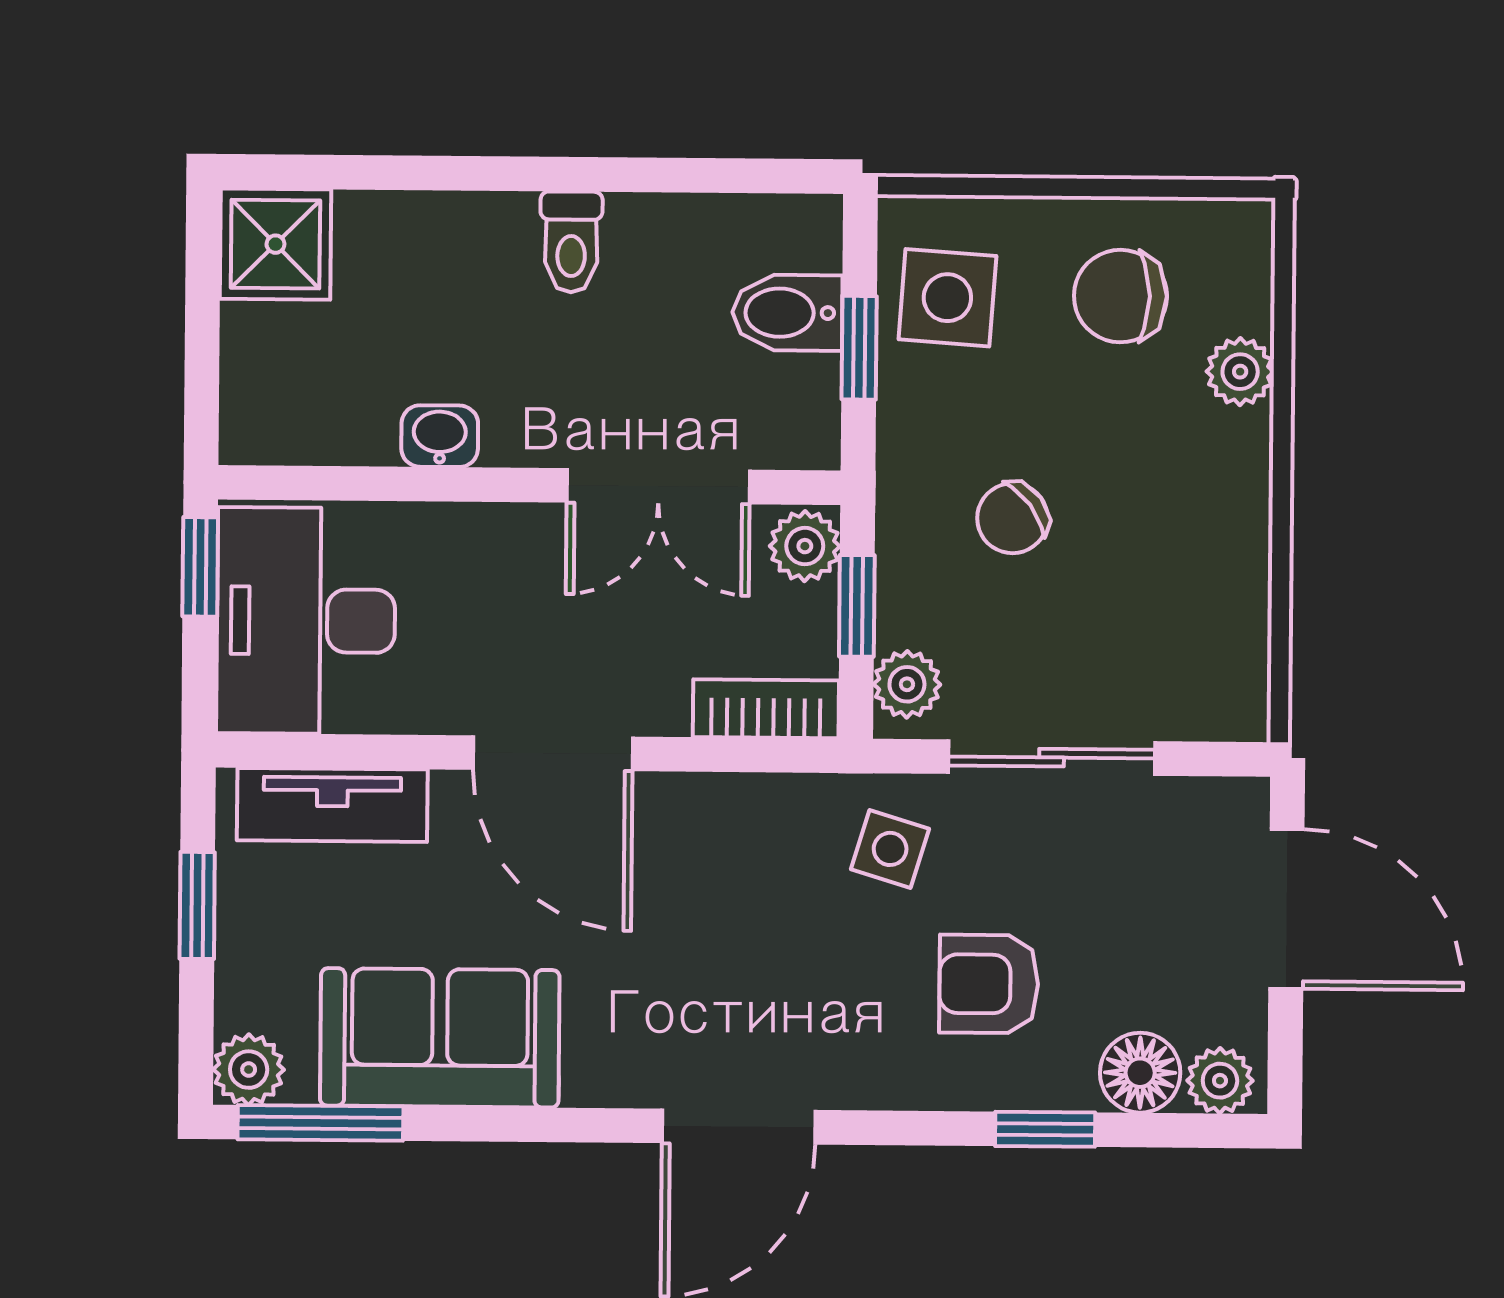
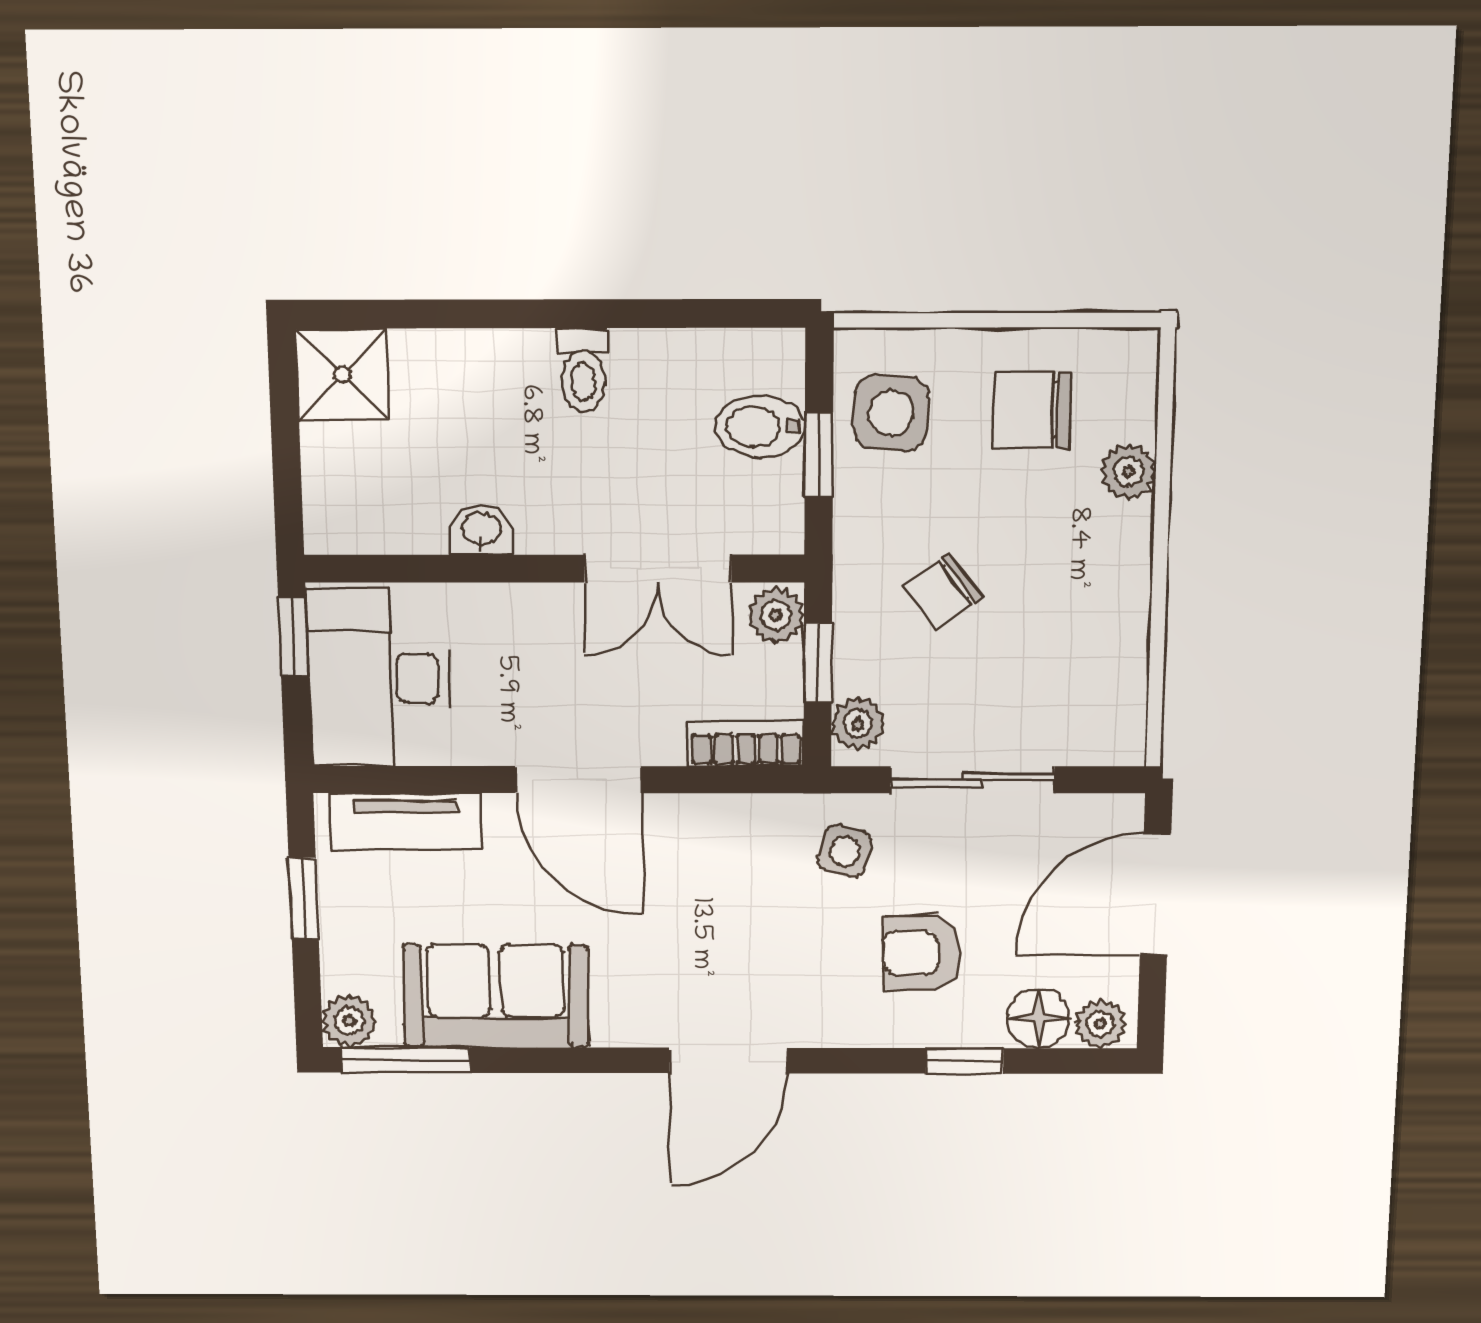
door: (1286, 909) -> (1155, 894), swing flipped

